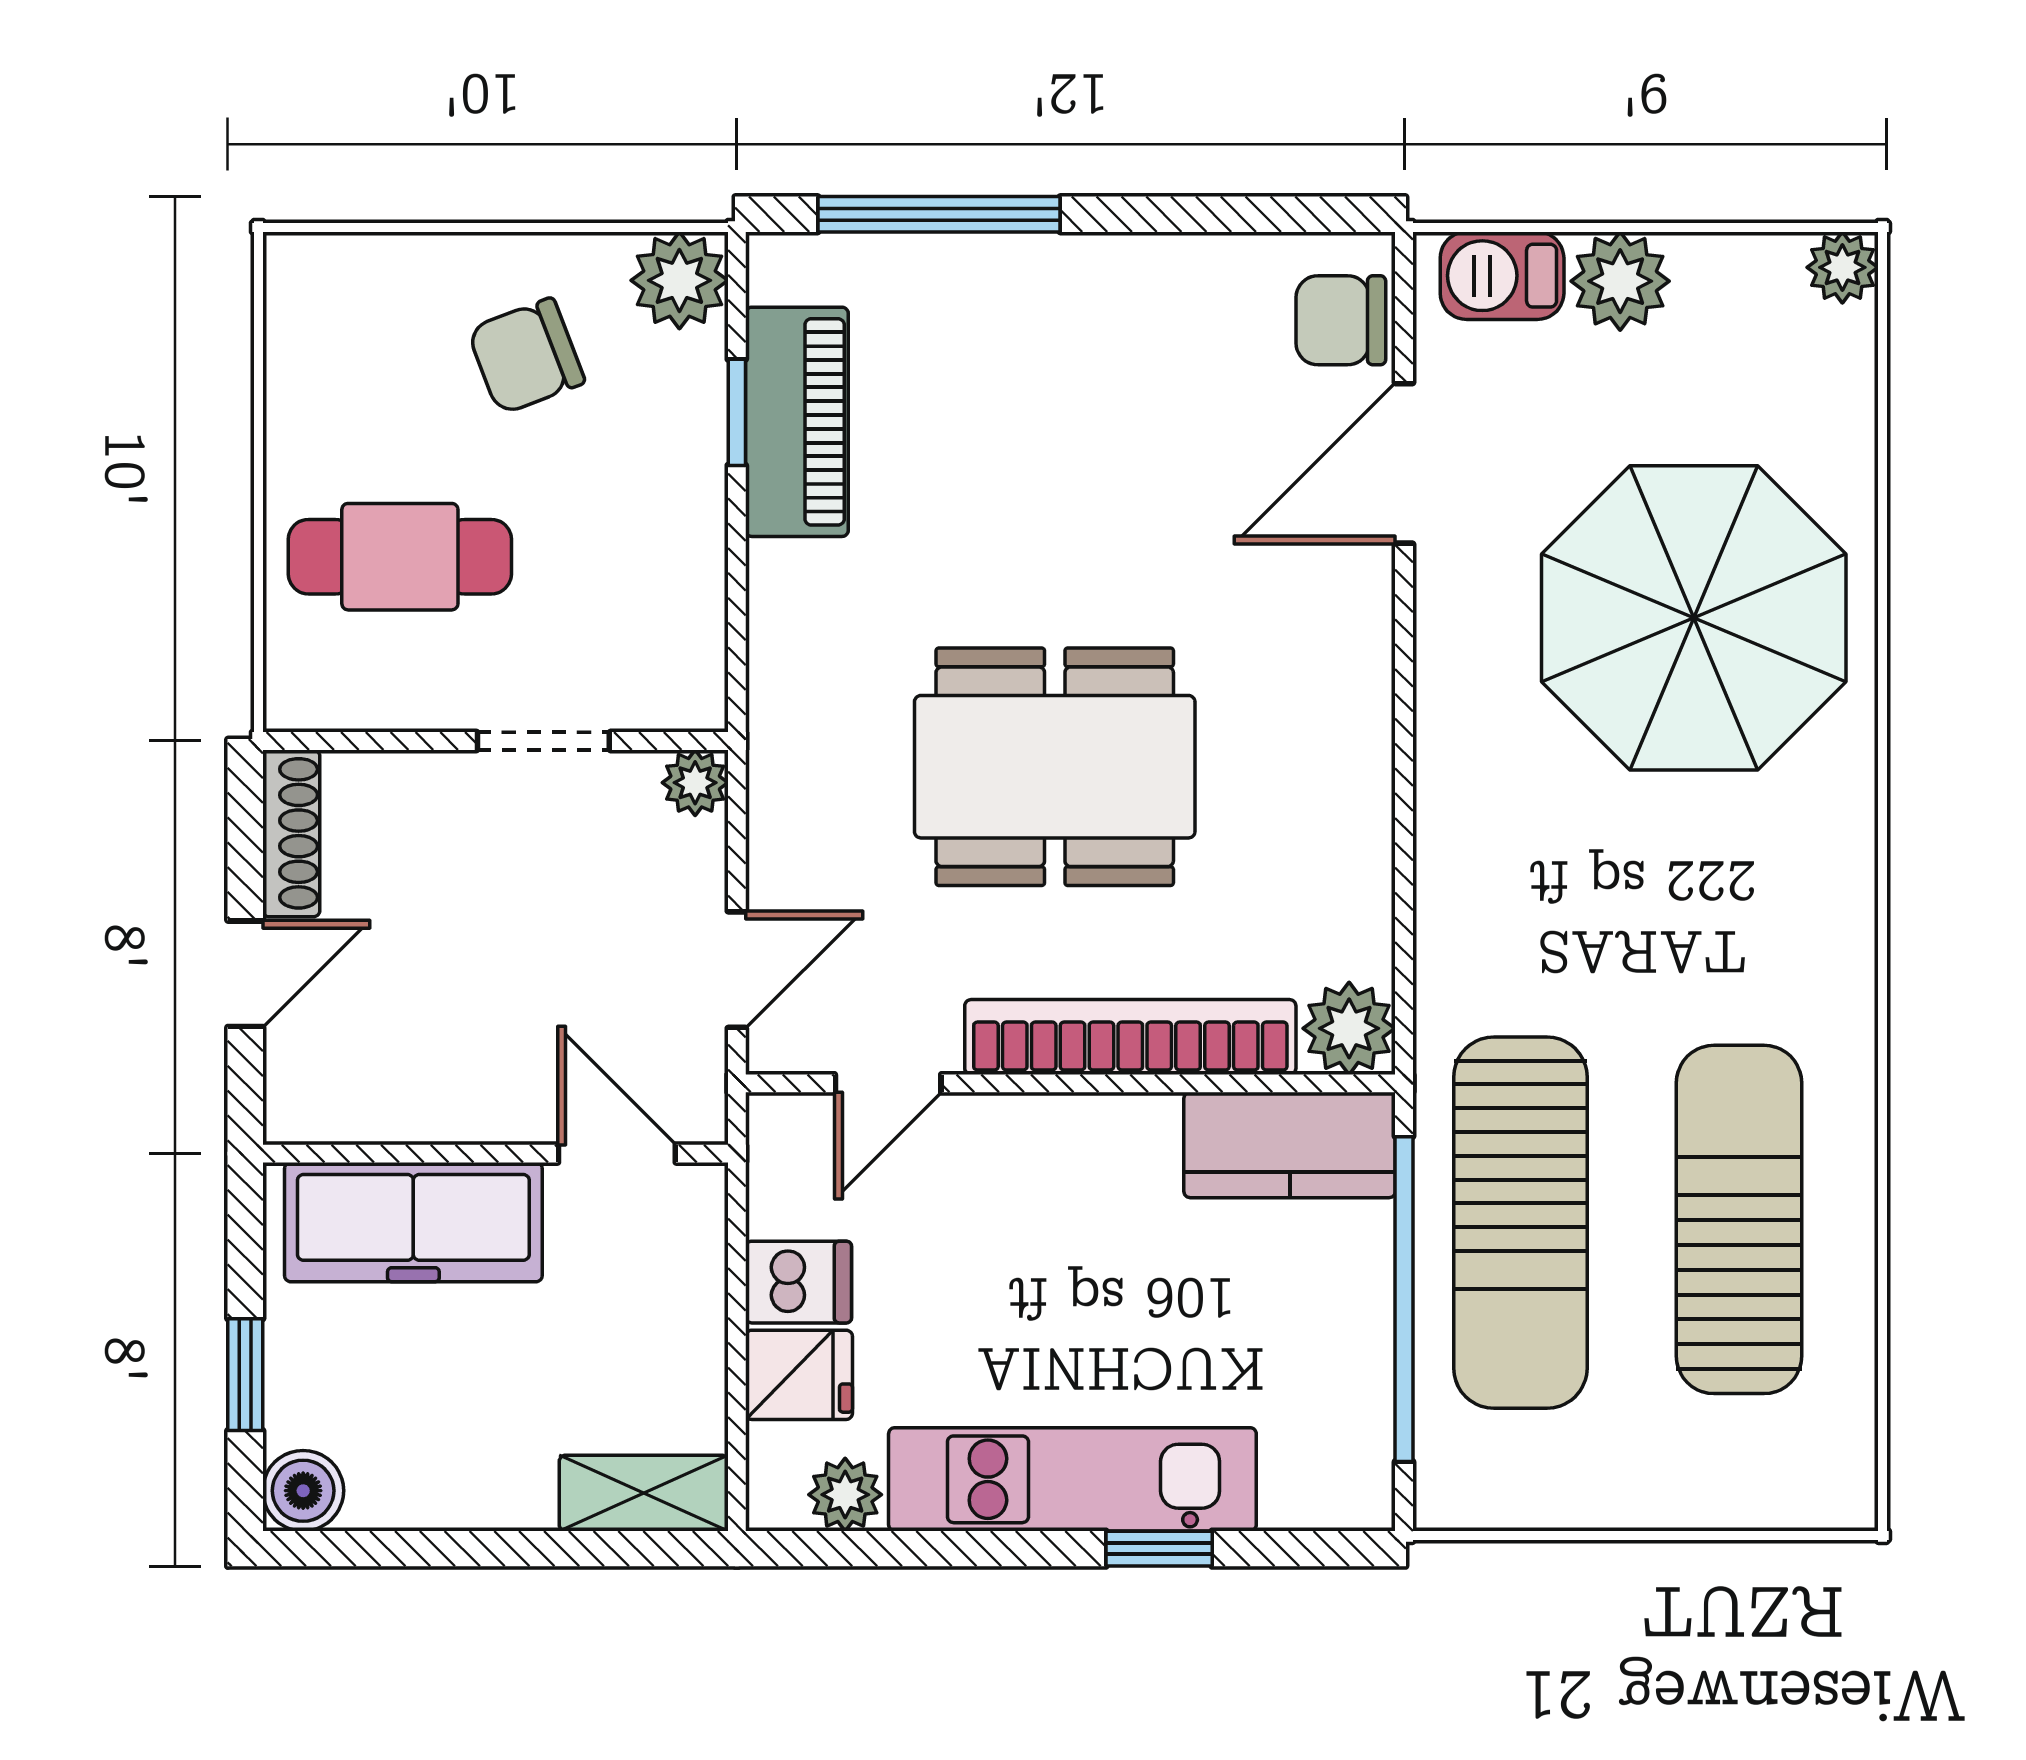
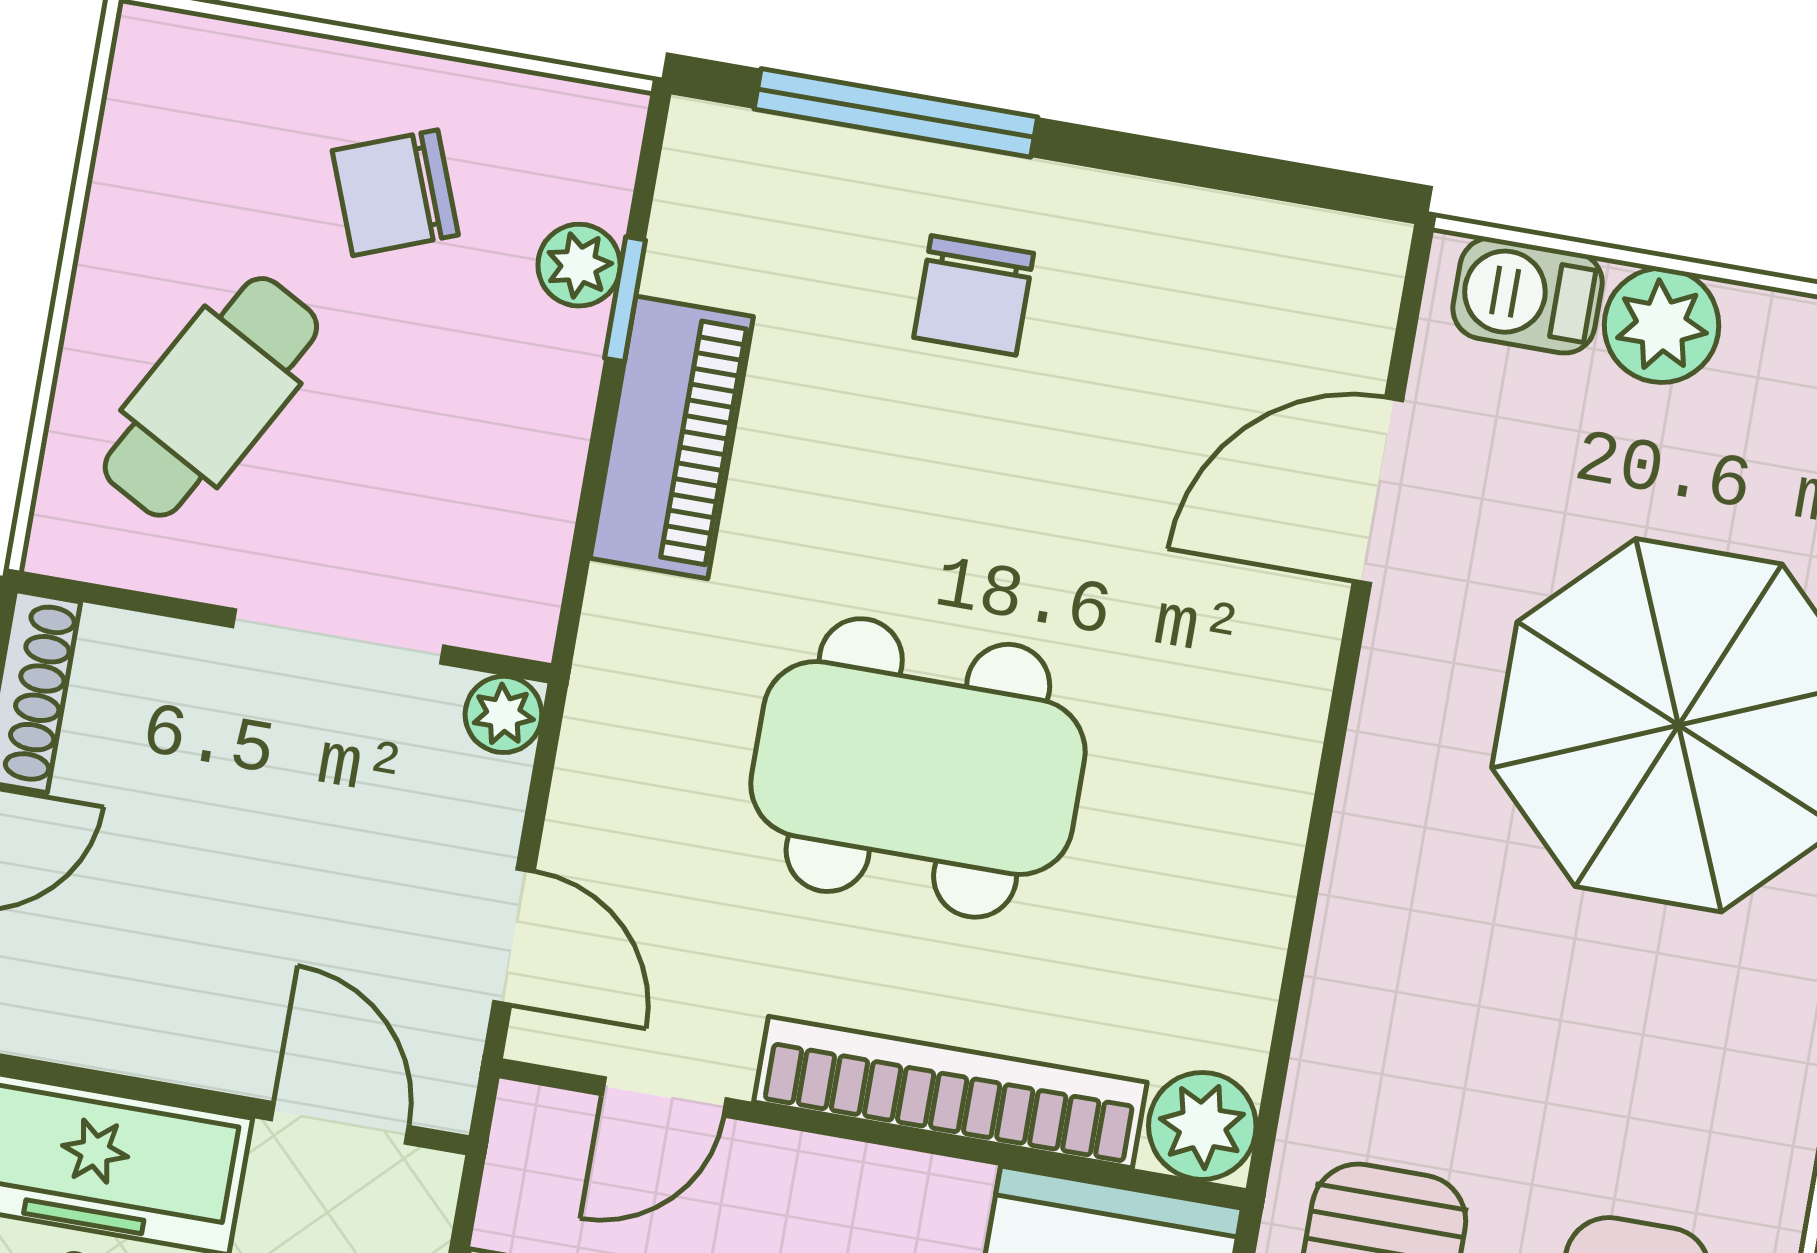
plant: (679, 280) -> (579, 265), moved, width x0.73, depth x0.73
chair: (1341, 320) -> (974, 295), moved, turned -90
piano: (797, 422) -> (672, 437), moved
cafe table: (400, 557) -> (211, 397), turned -61
doorway: (543, 741) -> (338, 636), width x1.38
door: (737, 970) -> (514, 937), hinge flipped

